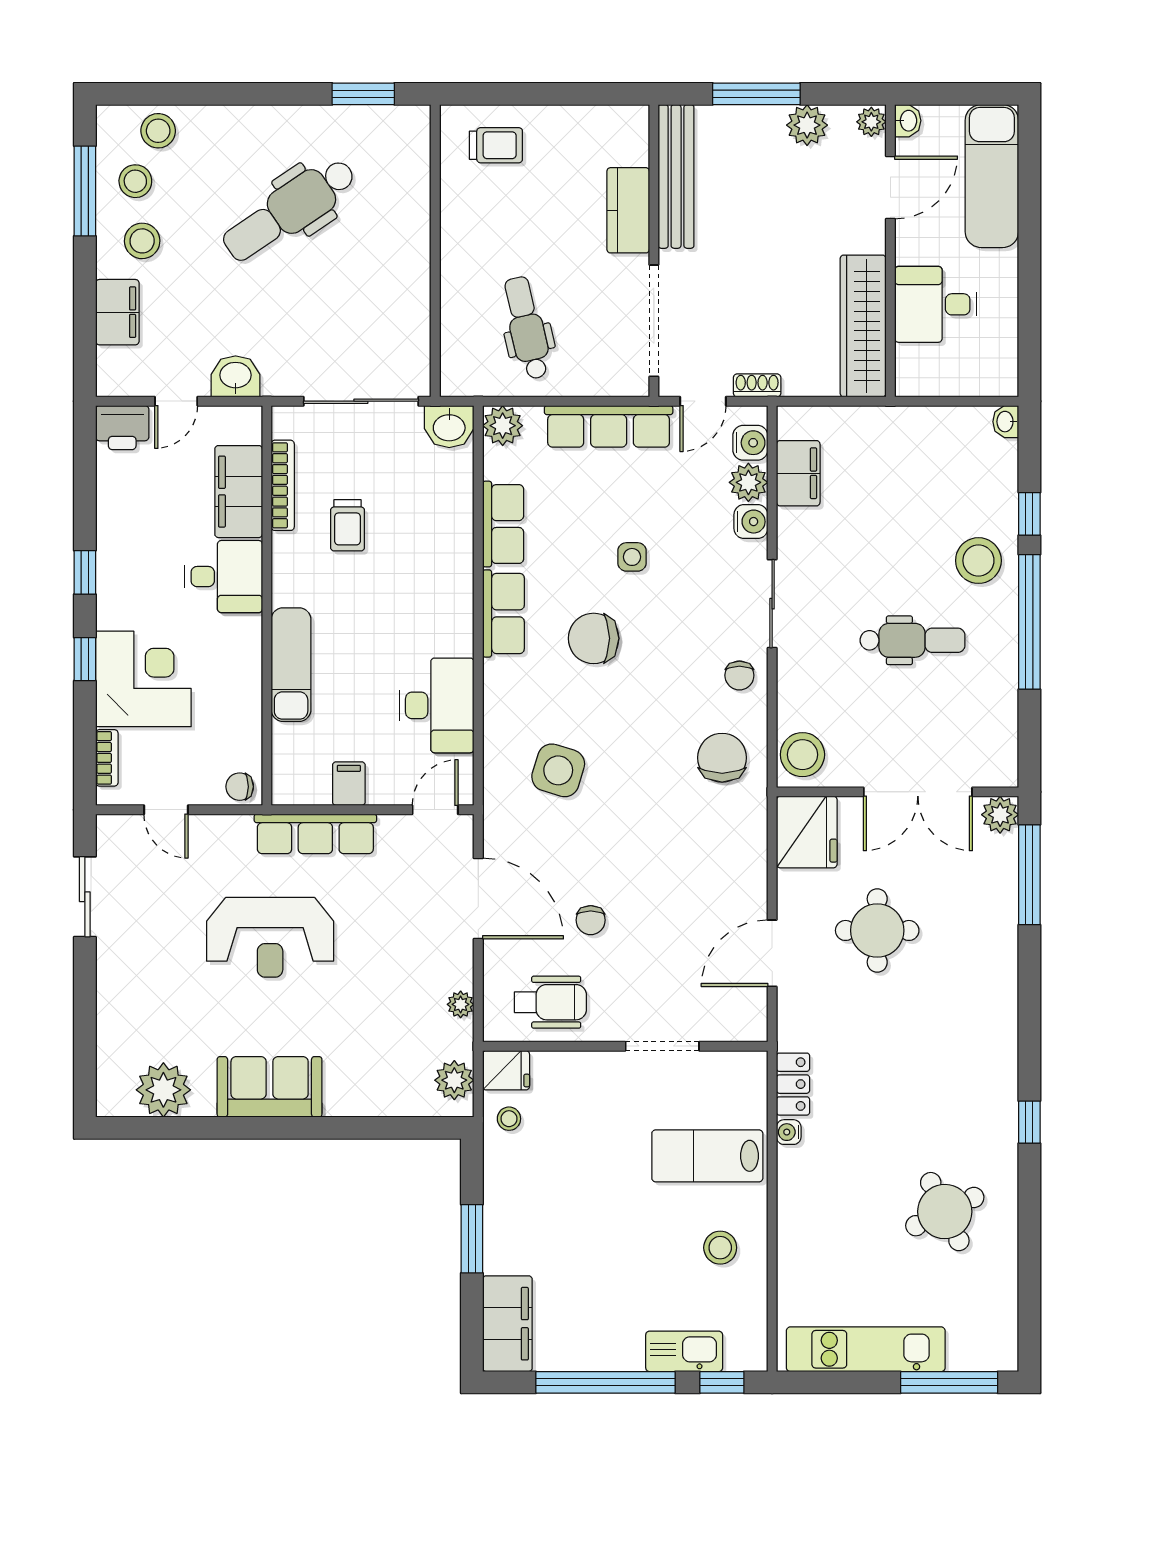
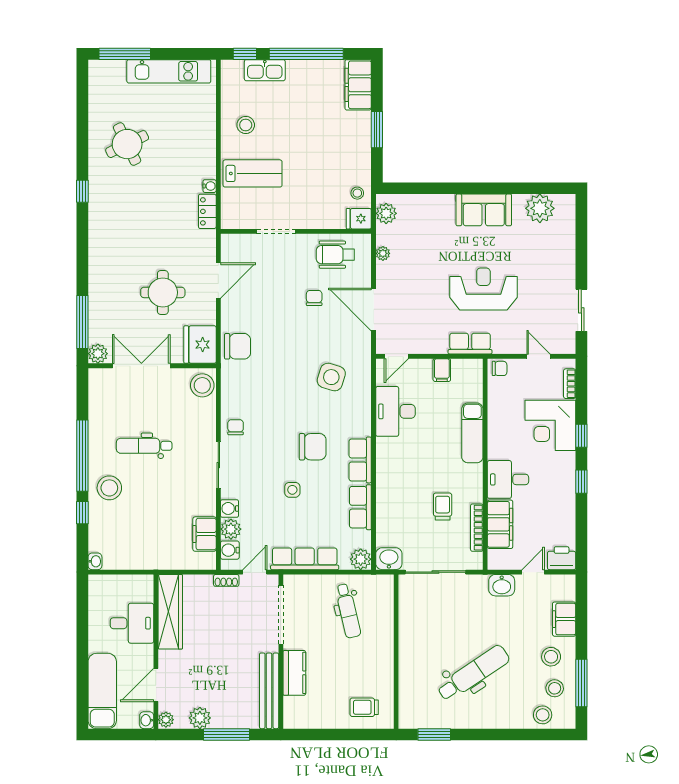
chair: (722, 758) -> (237, 346), moved, turned -90
row of seats: (315, 834) -> (470, 344), width x0.68

